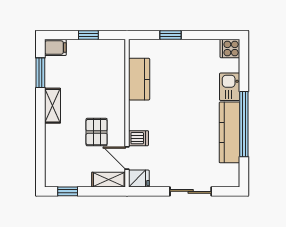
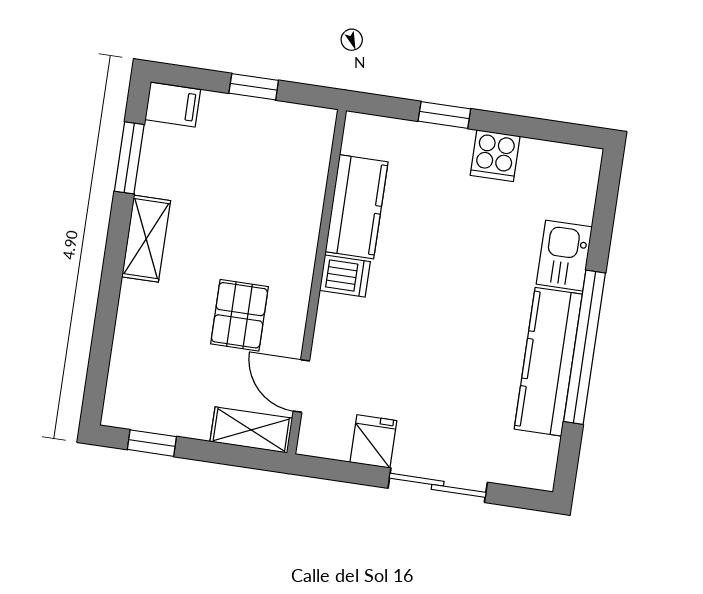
cooker: (230, 49) -> (495, 156), moved, turned -90
dishwasher: (139, 138) -> (345, 276), moved
fridge: (139, 179) -> (373, 441), moved, turned -90

